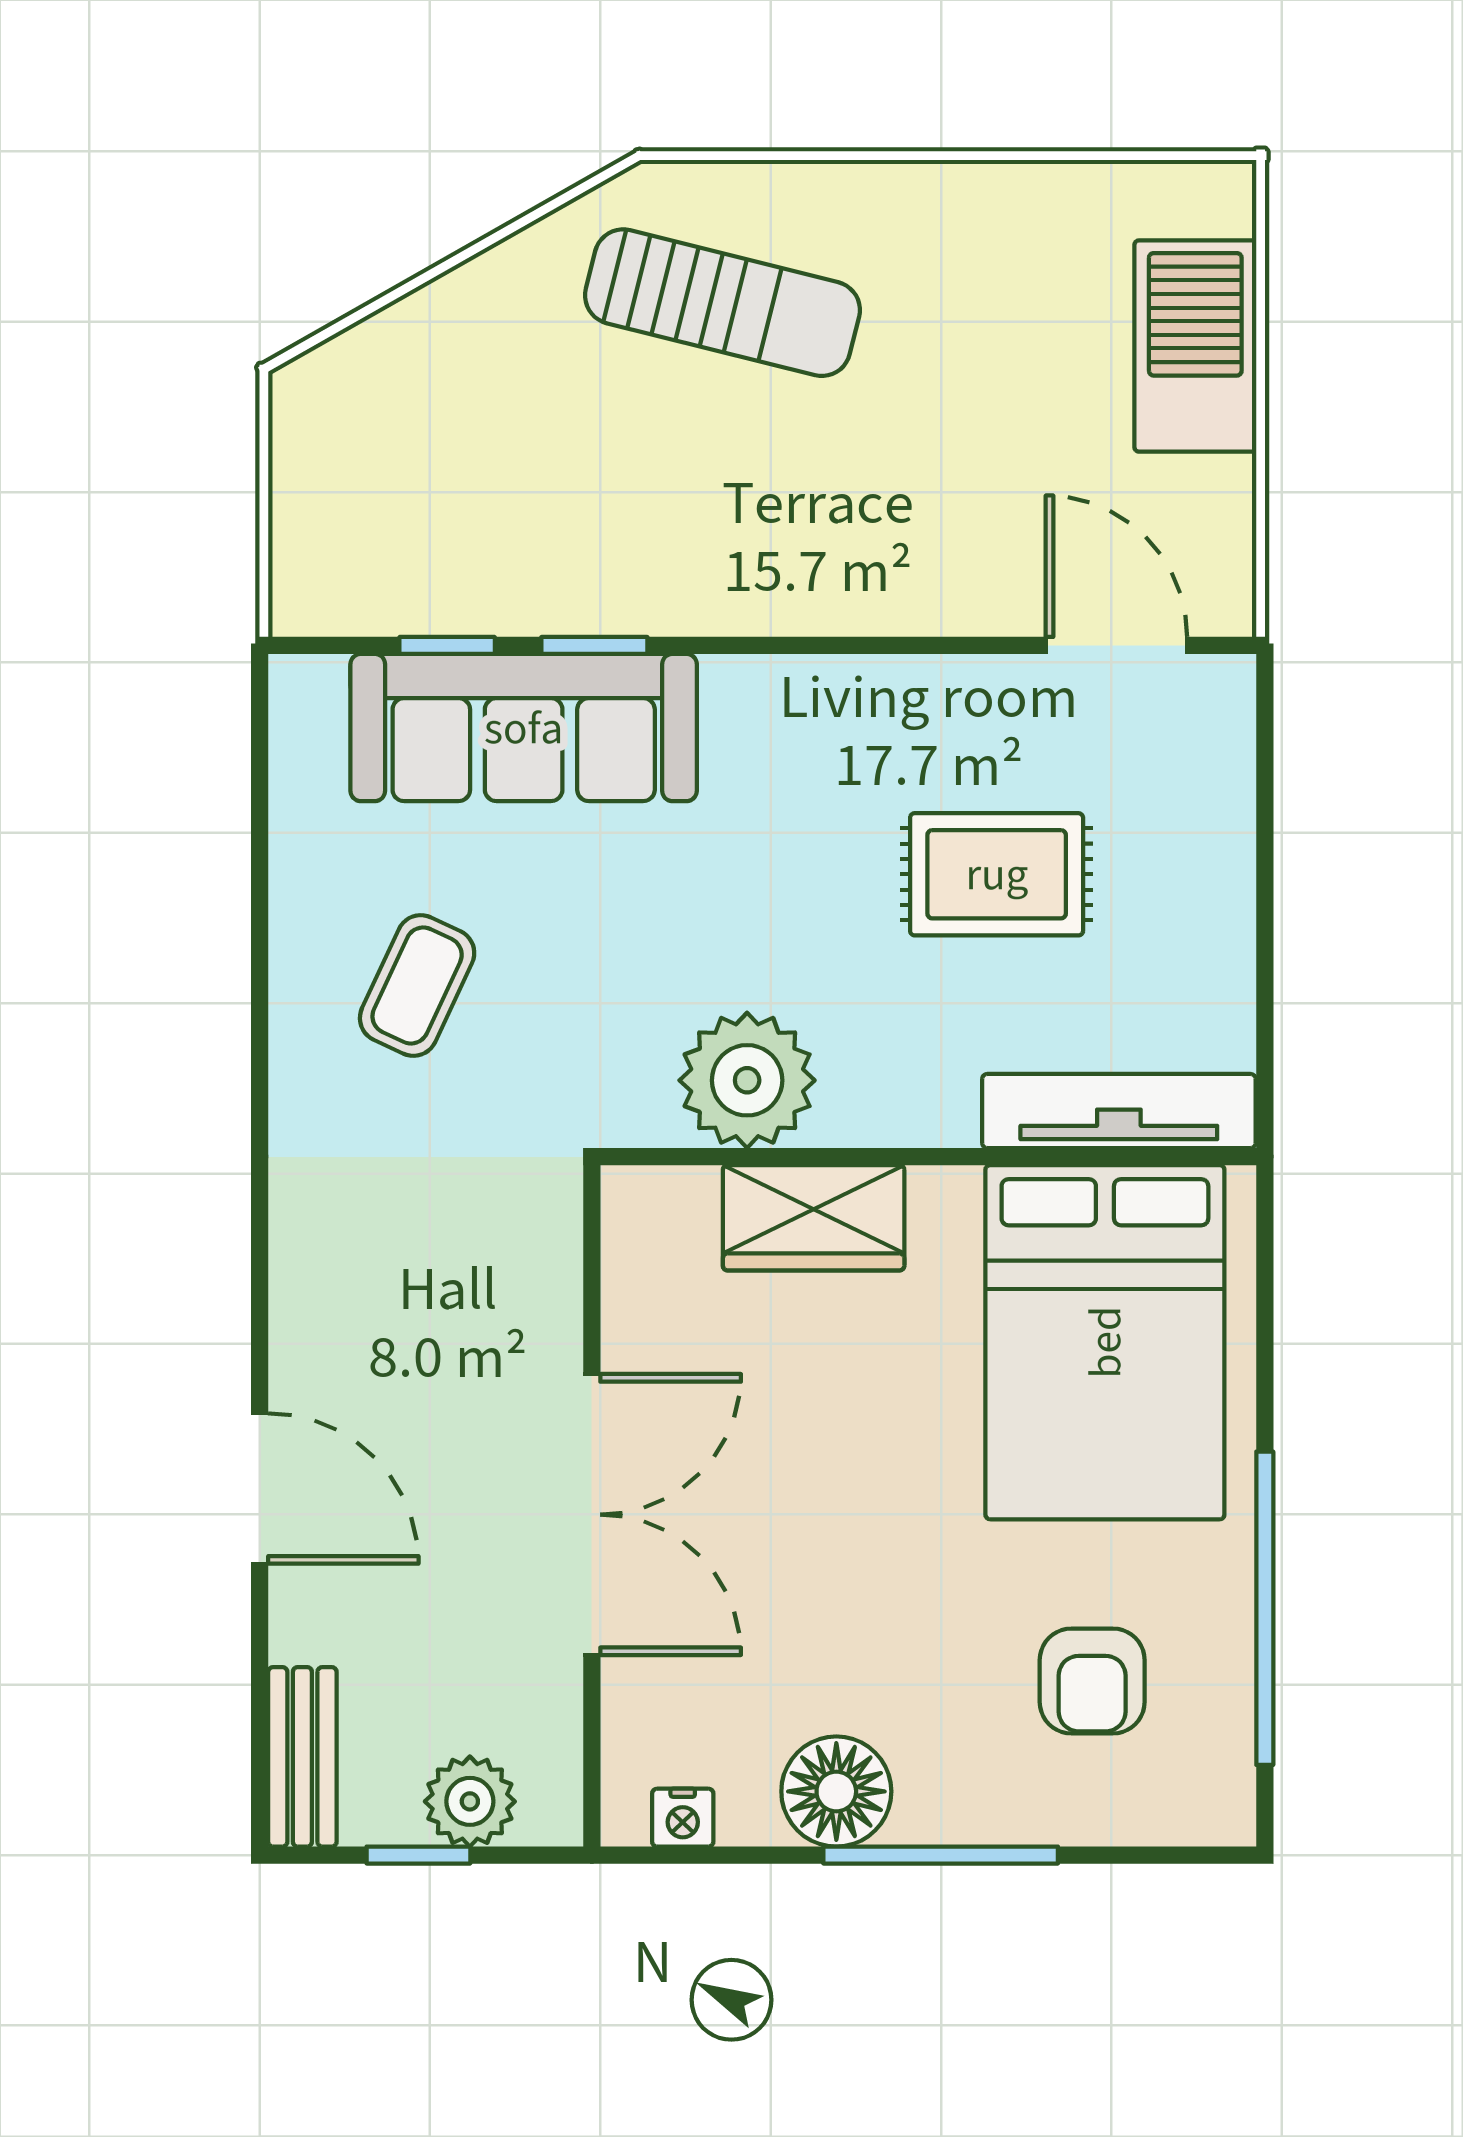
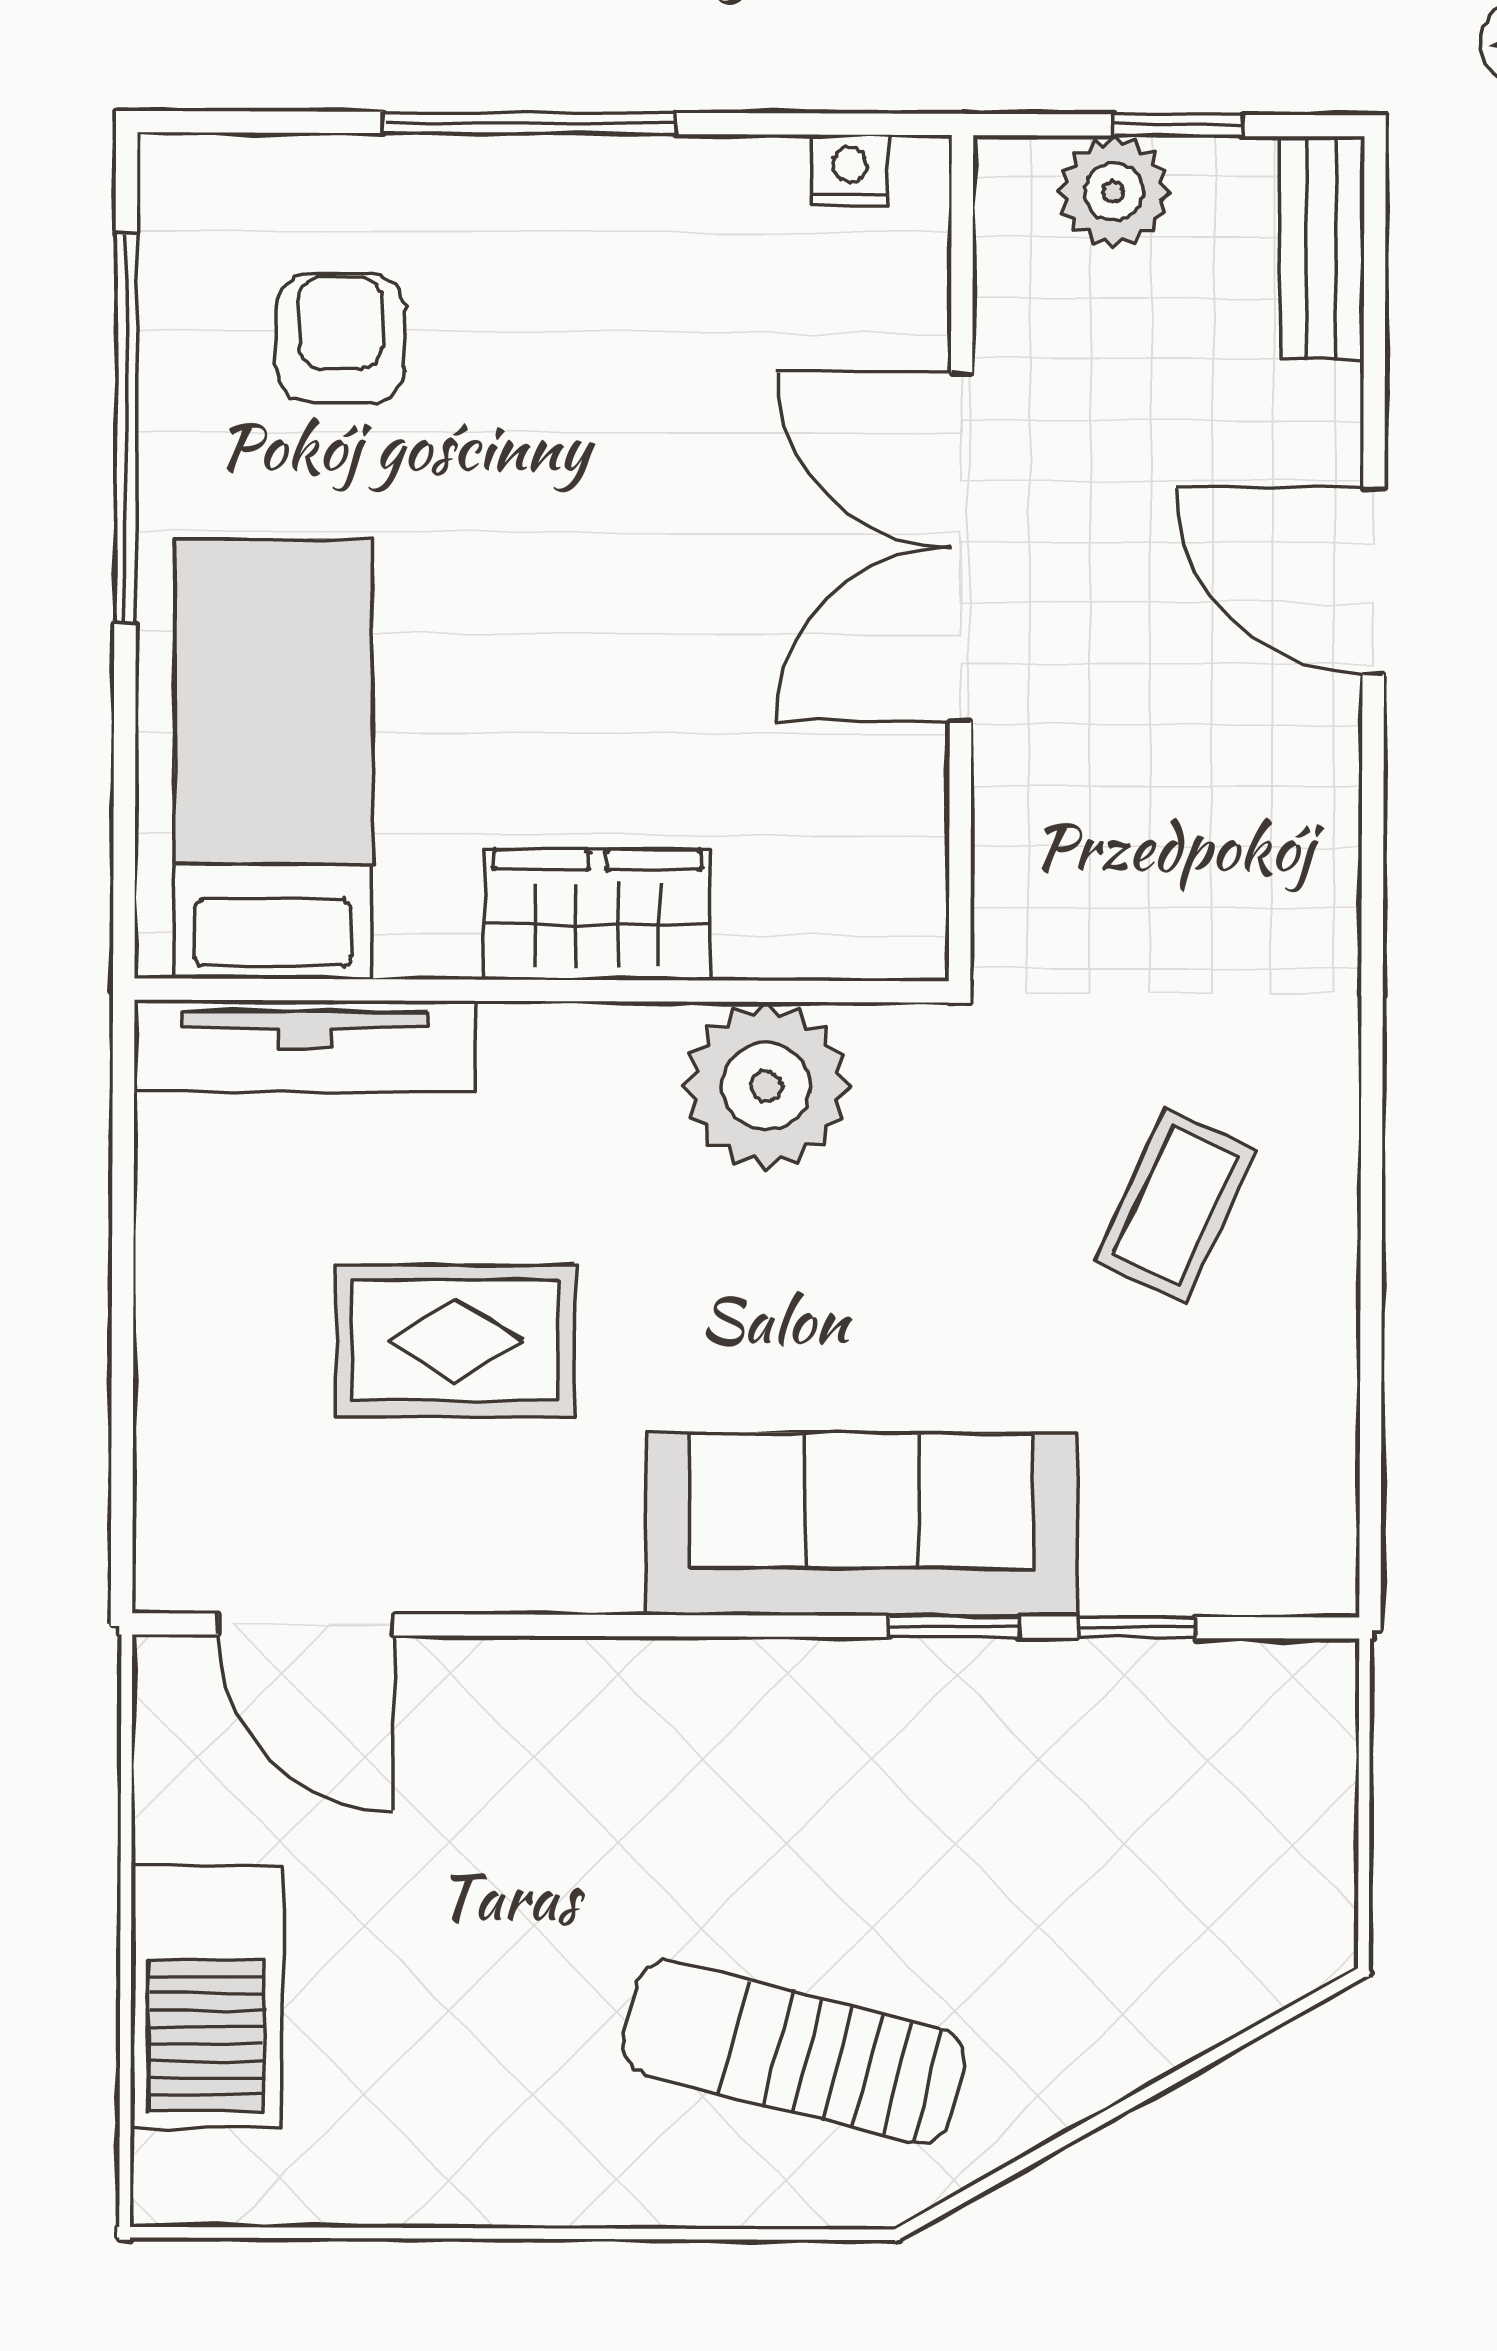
sofa: (524, 728) -> (862, 1524), moved
wardrobe: (814, 1218) -> (597, 915), moved
bed: (1105, 1342) -> (274, 759), width x0.67
floor lamp: (836, 1791) -> (659, 202), removed

